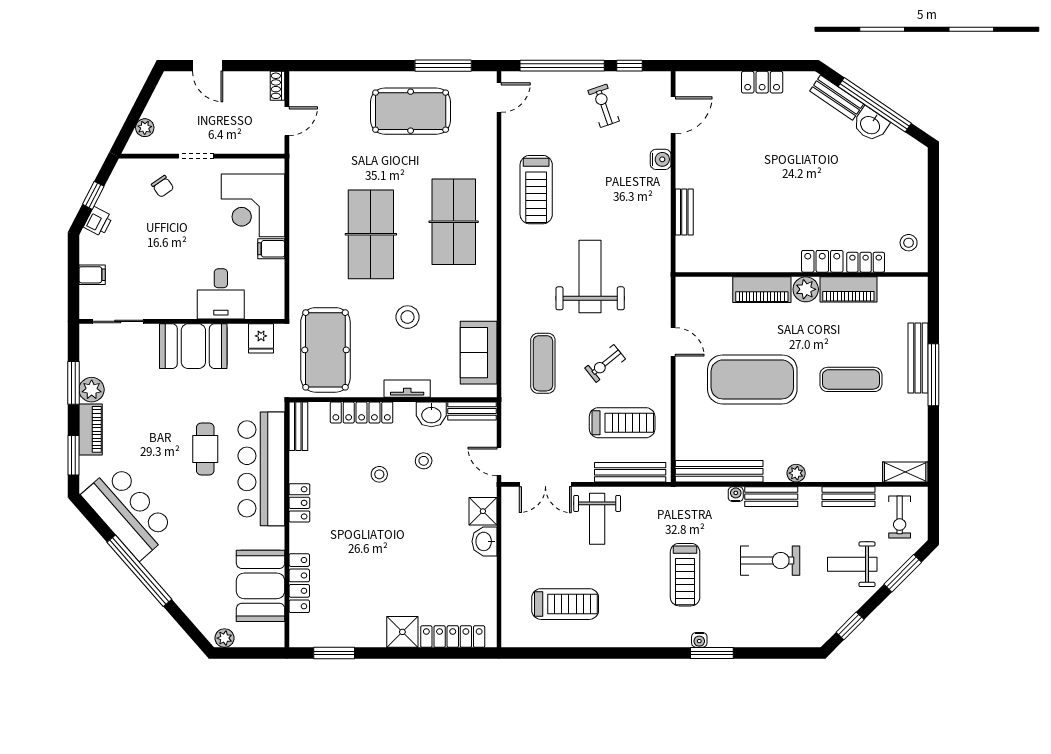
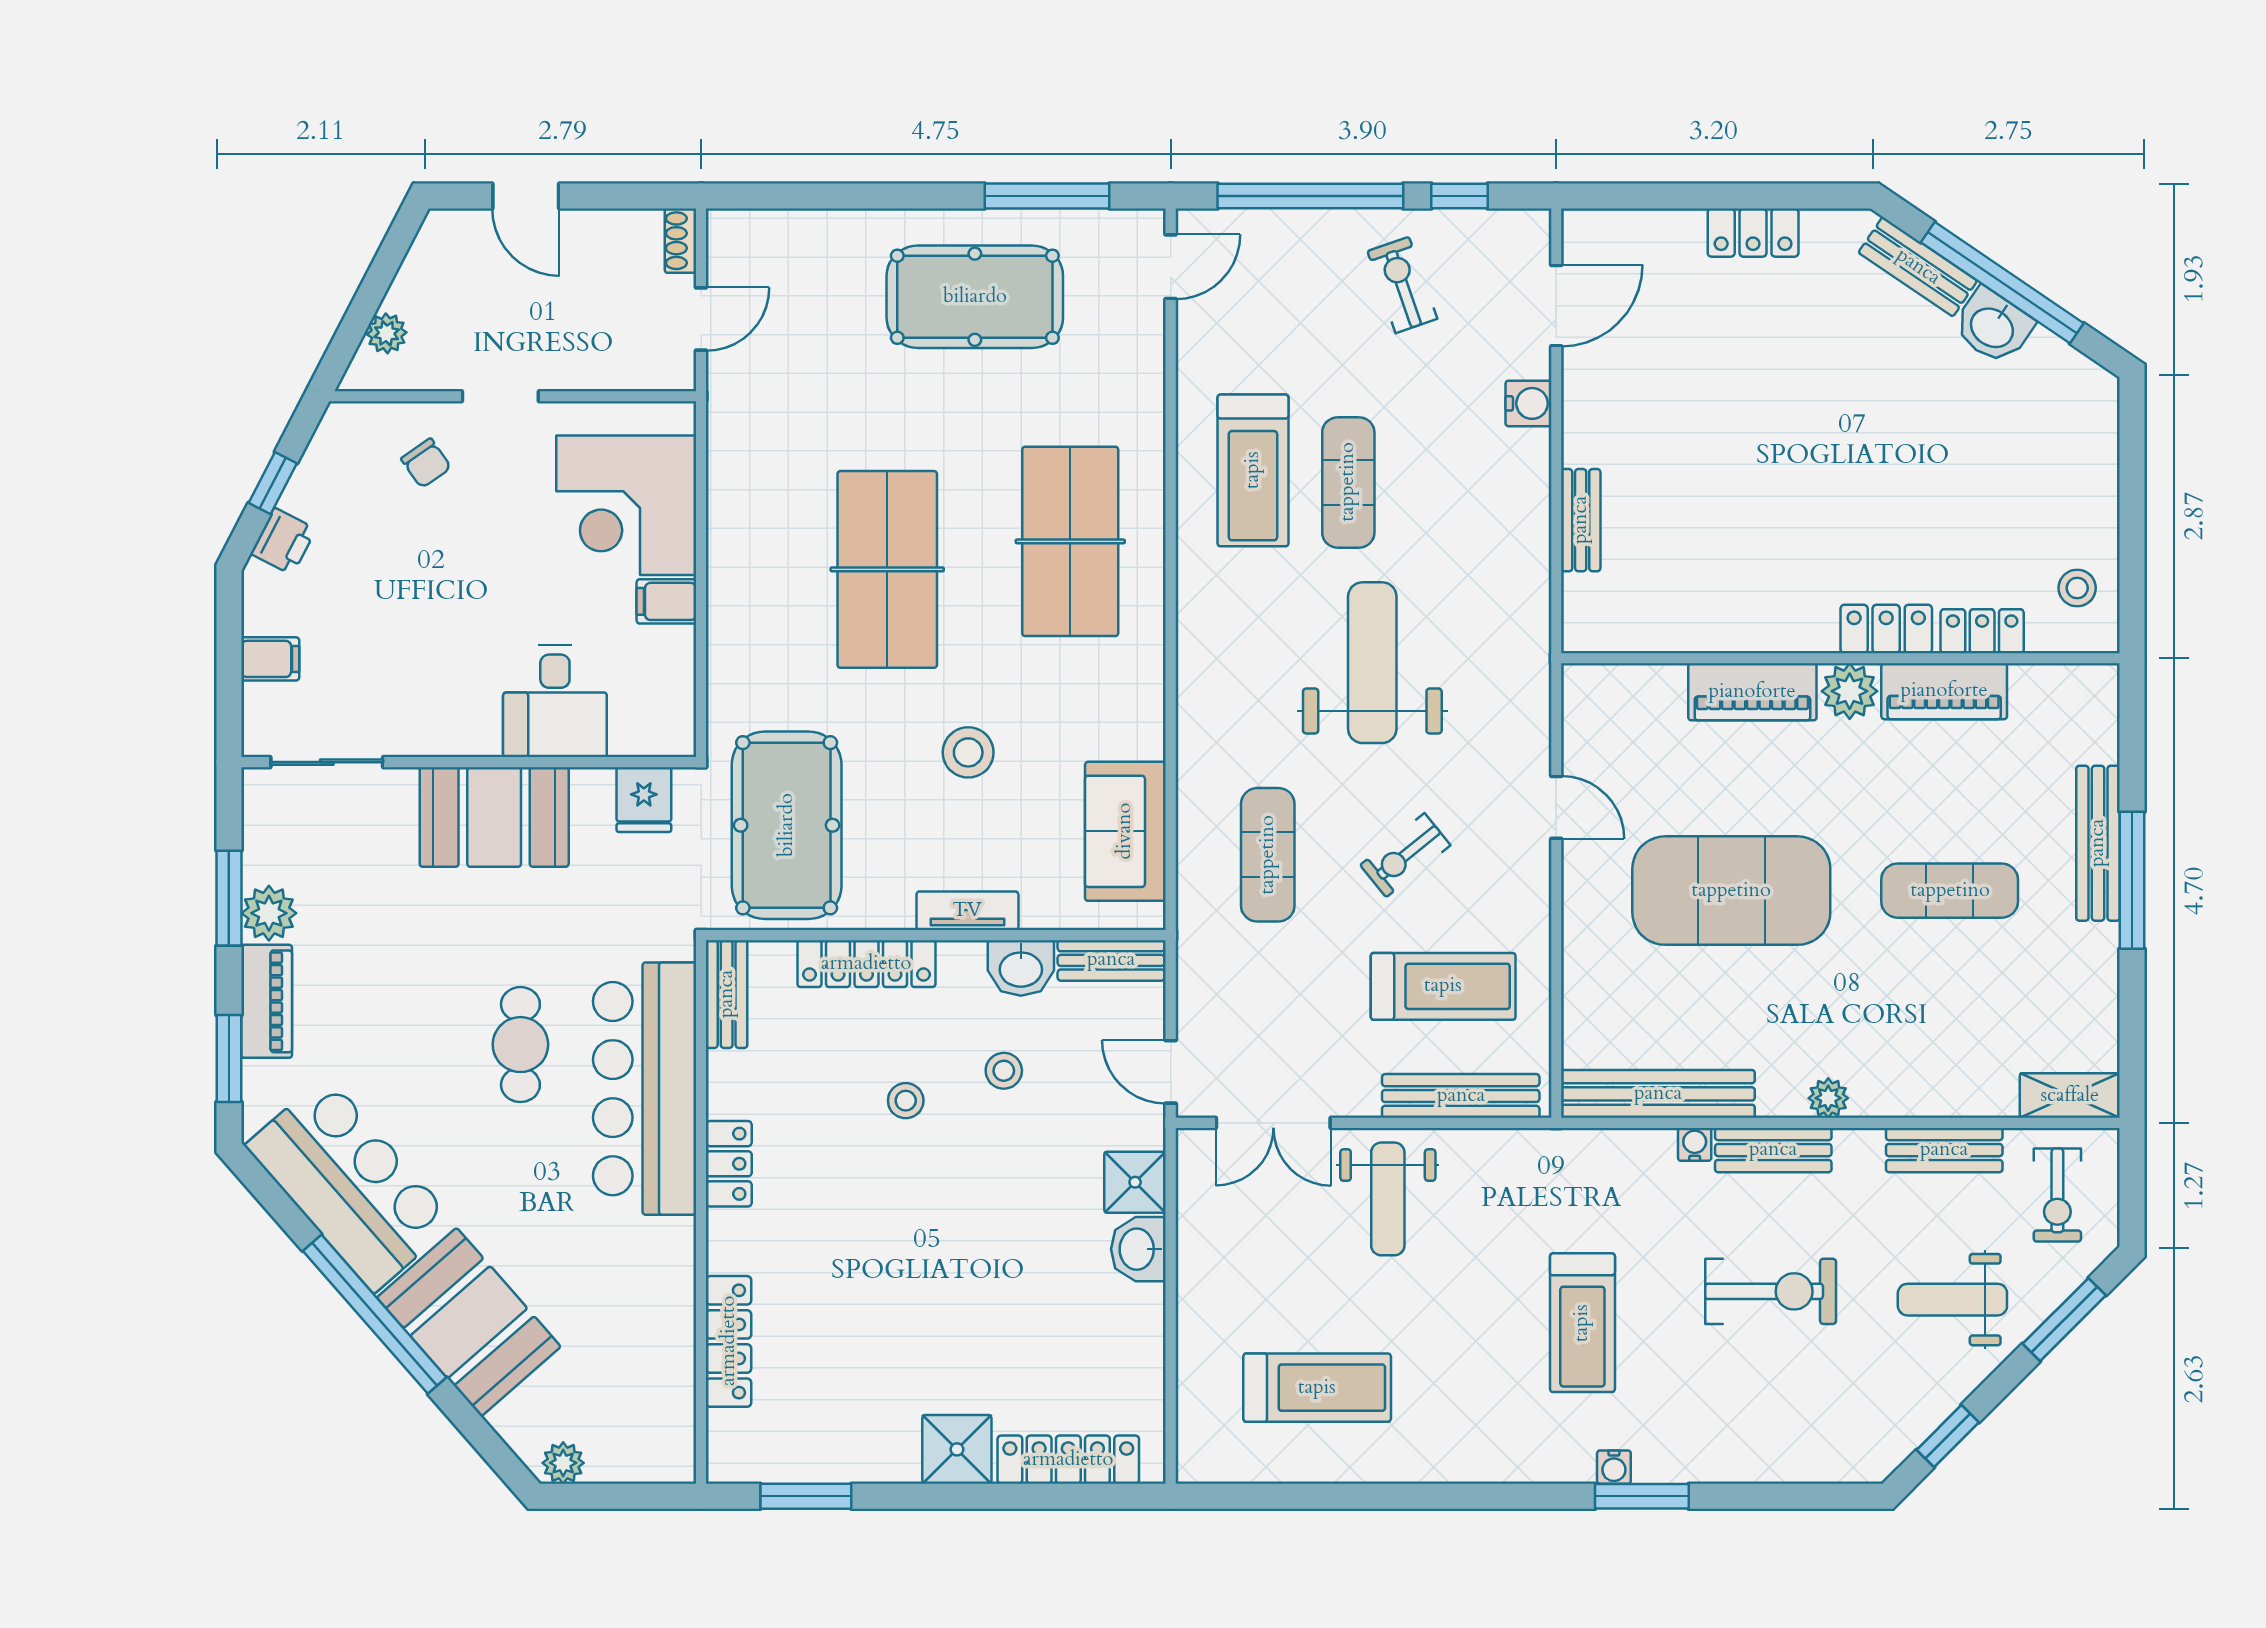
exercise mat: (579, 195) -> (1348, 482), added
booth: (261, 586) -> (469, 1322), moved, turned -41

